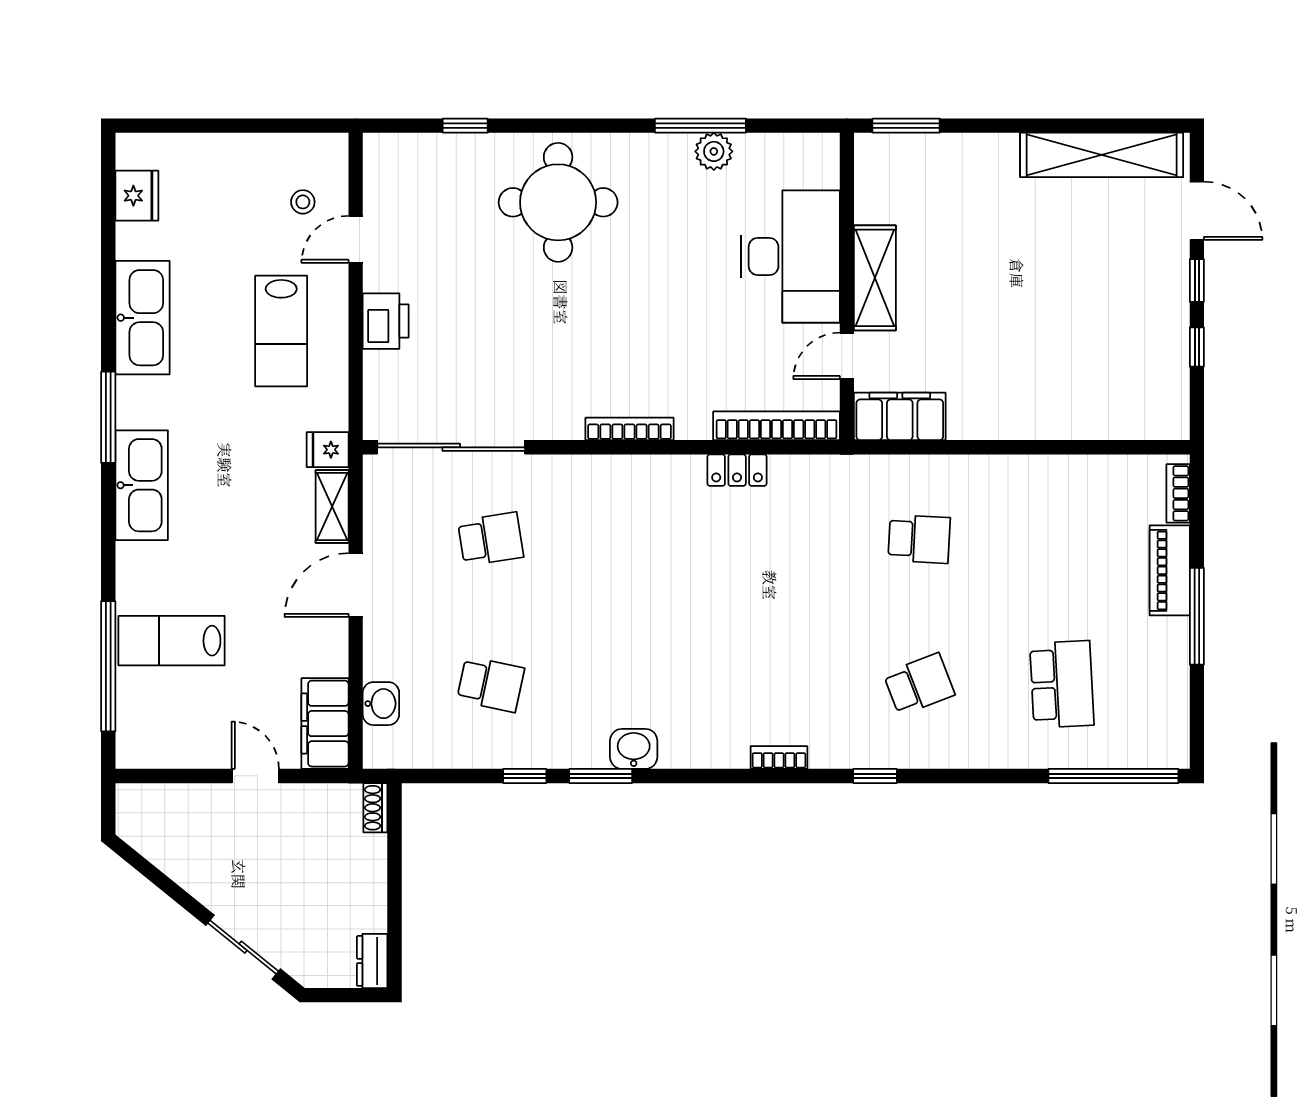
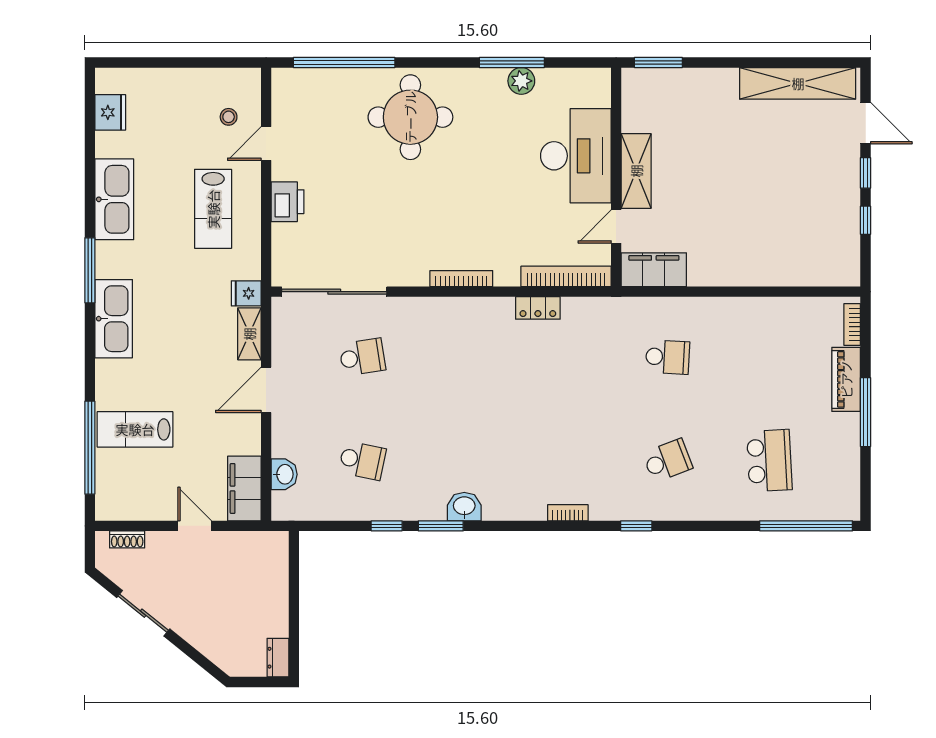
window: (465, 126) -> (344, 62), width x3.17
shoe rack: (375, 808) -> (127, 539), moved, turned -90
sliding door: (243, 947) -> (143, 613), moved

